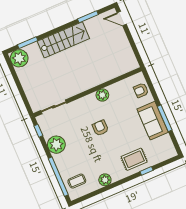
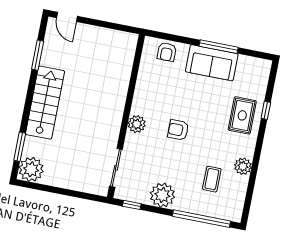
door: (122, 19) -> (67, 17), hinge flipped
plant: (102, 95) -> (137, 124), moved
coffee table: (77, 181) -> (212, 179), moved

